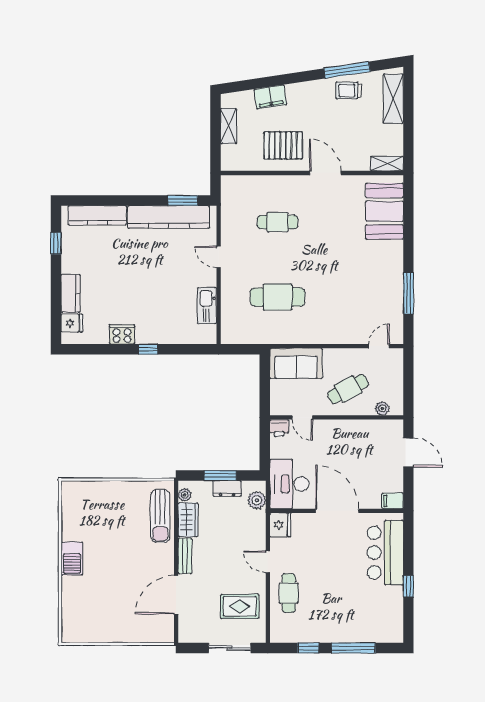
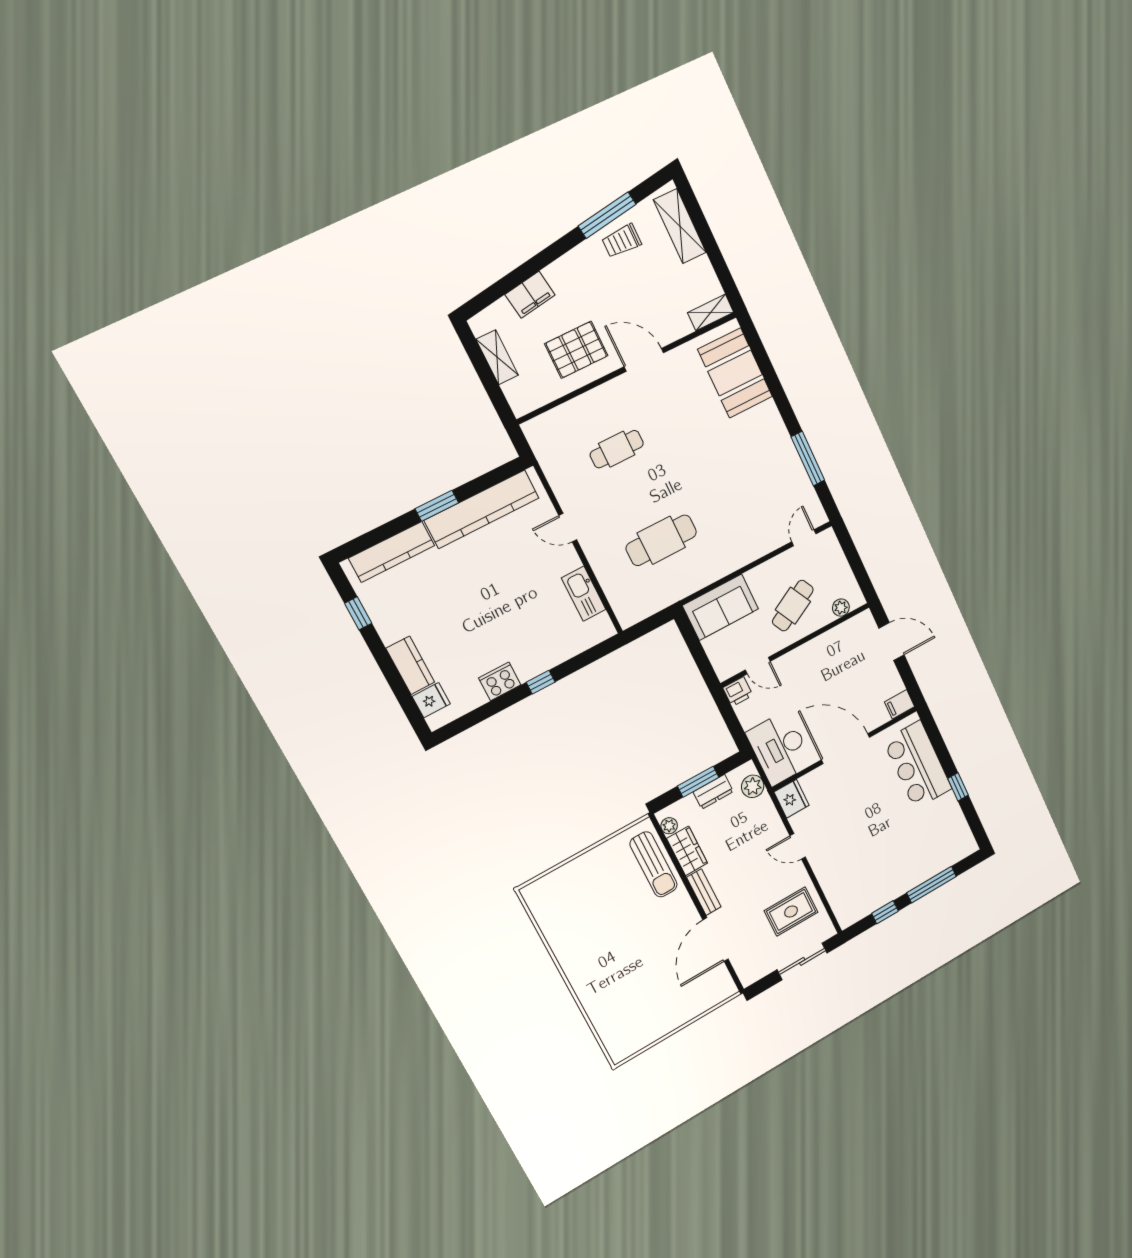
window: (183, 200) -> (437, 506), moved
barbecue: (72, 558) -> (577, 968), removed
cafe table: (289, 593) -> (836, 867), removed

